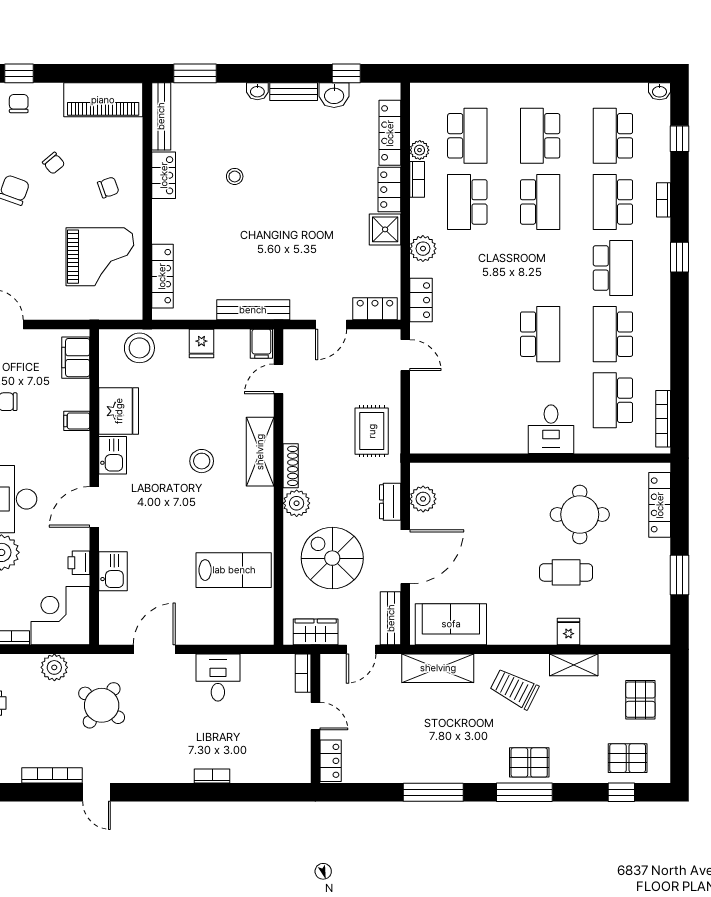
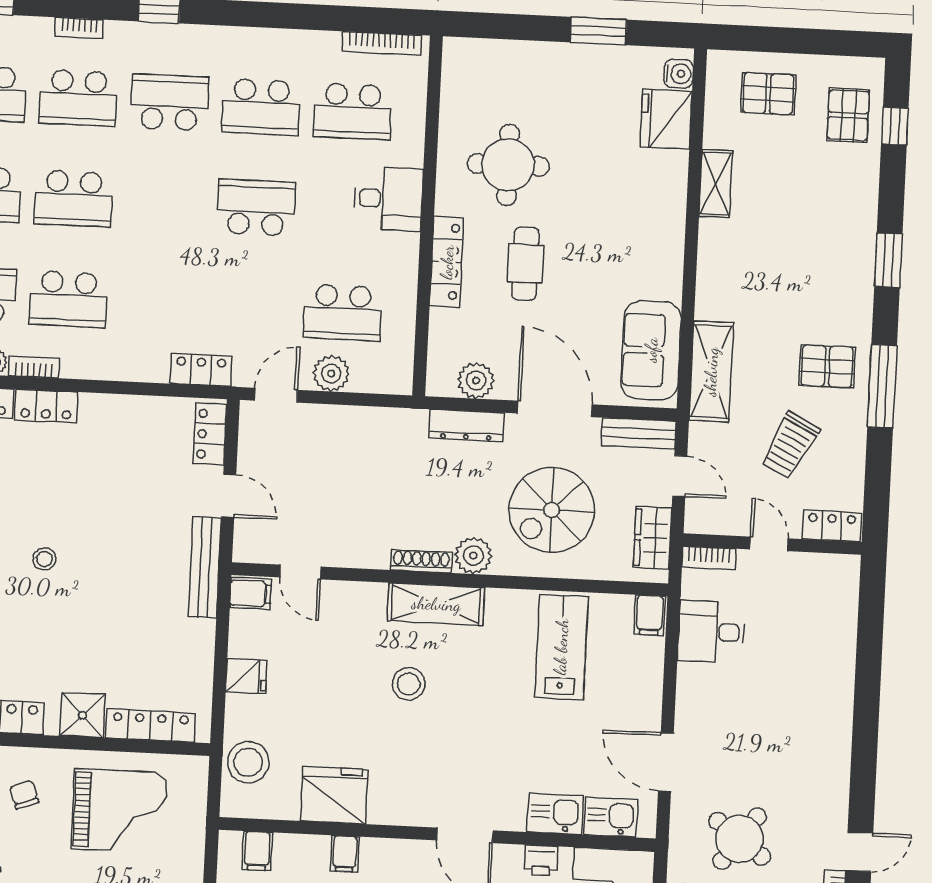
stool: (235, 176) -> (44, 559), moved
school desk: (540, 202) -> (73, 199), turned 180
shower: (385, 229) -> (82, 715), moved
plant: (423, 249) -> (331, 373), moved
grand piano: (100, 257) -> (119, 811), turned 90
bench: (253, 310) -> (205, 567), moved
filing cabinet: (76, 358) -> (257, 851), width x0.50
school desk: (467, 400) -> (343, 313), added
rug: (372, 431) -> (379, 447), removed
shelving: (260, 452) -> (436, 604), moved
kitchen sink: (113, 455) -> (611, 817), moved
dresser: (390, 502) -> (466, 425), width x1.44
locker: (660, 505) -> (447, 262), moved, turned -90
cafe table: (566, 572) -> (525, 264), moved
fridge: (568, 631) -> (666, 119), moved, width x1.88, depth x1.34
filing cabinet: (260, 632) -> (650, 615), added
water cooler: (652, 634) -> (679, 74), added
desk: (218, 678) -> (711, 632), moved
trolley: (514, 689) -> (790, 445), moved
door: (315, 716) -> (769, 544), hinge flipped
pallet: (529, 762) -> (827, 366), moved, turned 90
bookcase: (212, 776) -> (845, 691), removed
window: (524, 792) -> (888, 260), width x0.69

